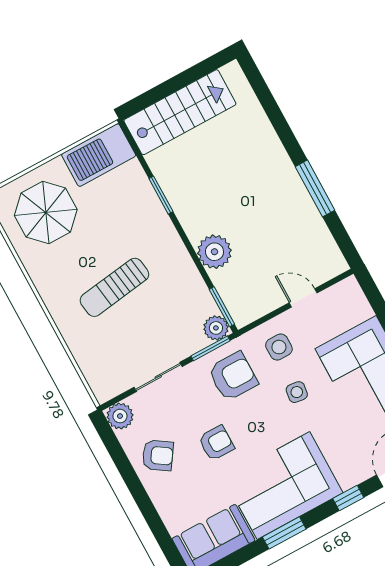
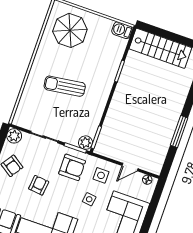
barbecue: (99, 155) -> (122, 30), width x0.53, depth x0.65
plant: (214, 252) -> (116, 114), removed
floor lamp: (341, 290) -> (147, 180), added
door: (303, 298) -> (130, 167), swing flipped
armchair: (216, 443) -> (39, 185), turned -84

